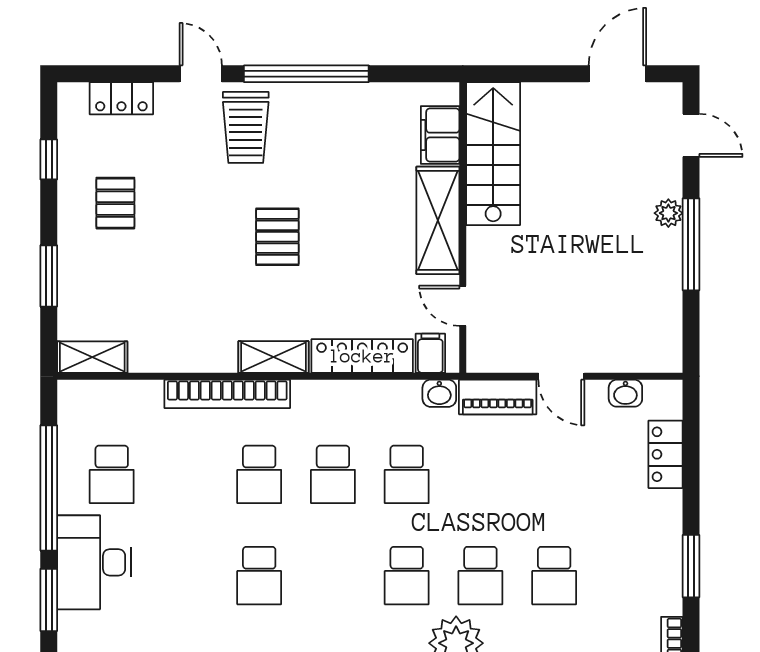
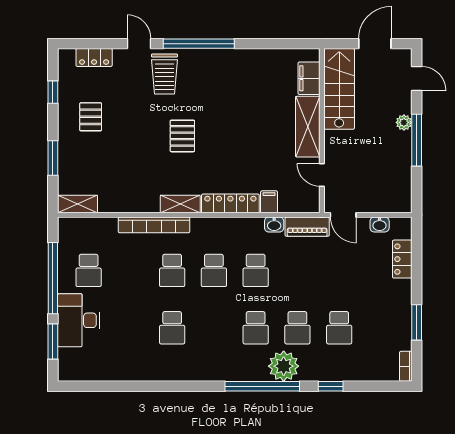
filing cabinet: (440, 135) -> (309, 78), moved
stairs: (493, 154) -> (339, 89), moved
shelving: (438, 220) -> (308, 127), moved
wall: (463, 228) -> (322, 131), moved
door: (463, 306) -> (322, 175), moved

